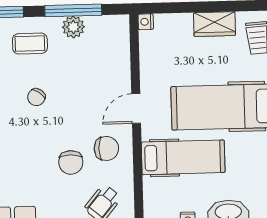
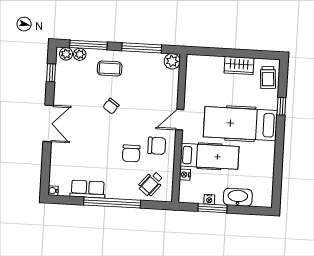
nightstand: (146, 22) -> (185, 175), moved
plant: (73, 27) -> (172, 61), moved

